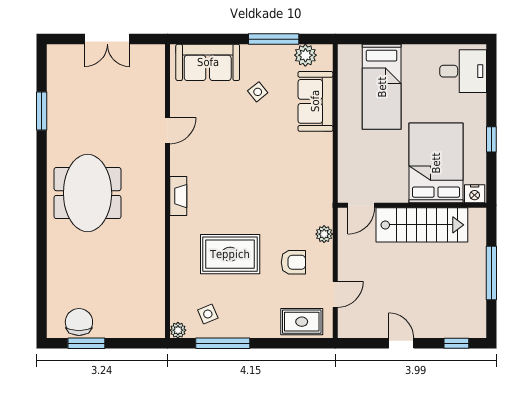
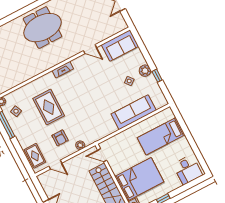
window: (274, 39) -> (157, 76), width x0.46
plant: (305, 55) -> (145, 71), moved
sofa: (208, 62) -> (120, 46), moved, turned -90
sofa: (315, 101) -> (134, 112), width x1.36

